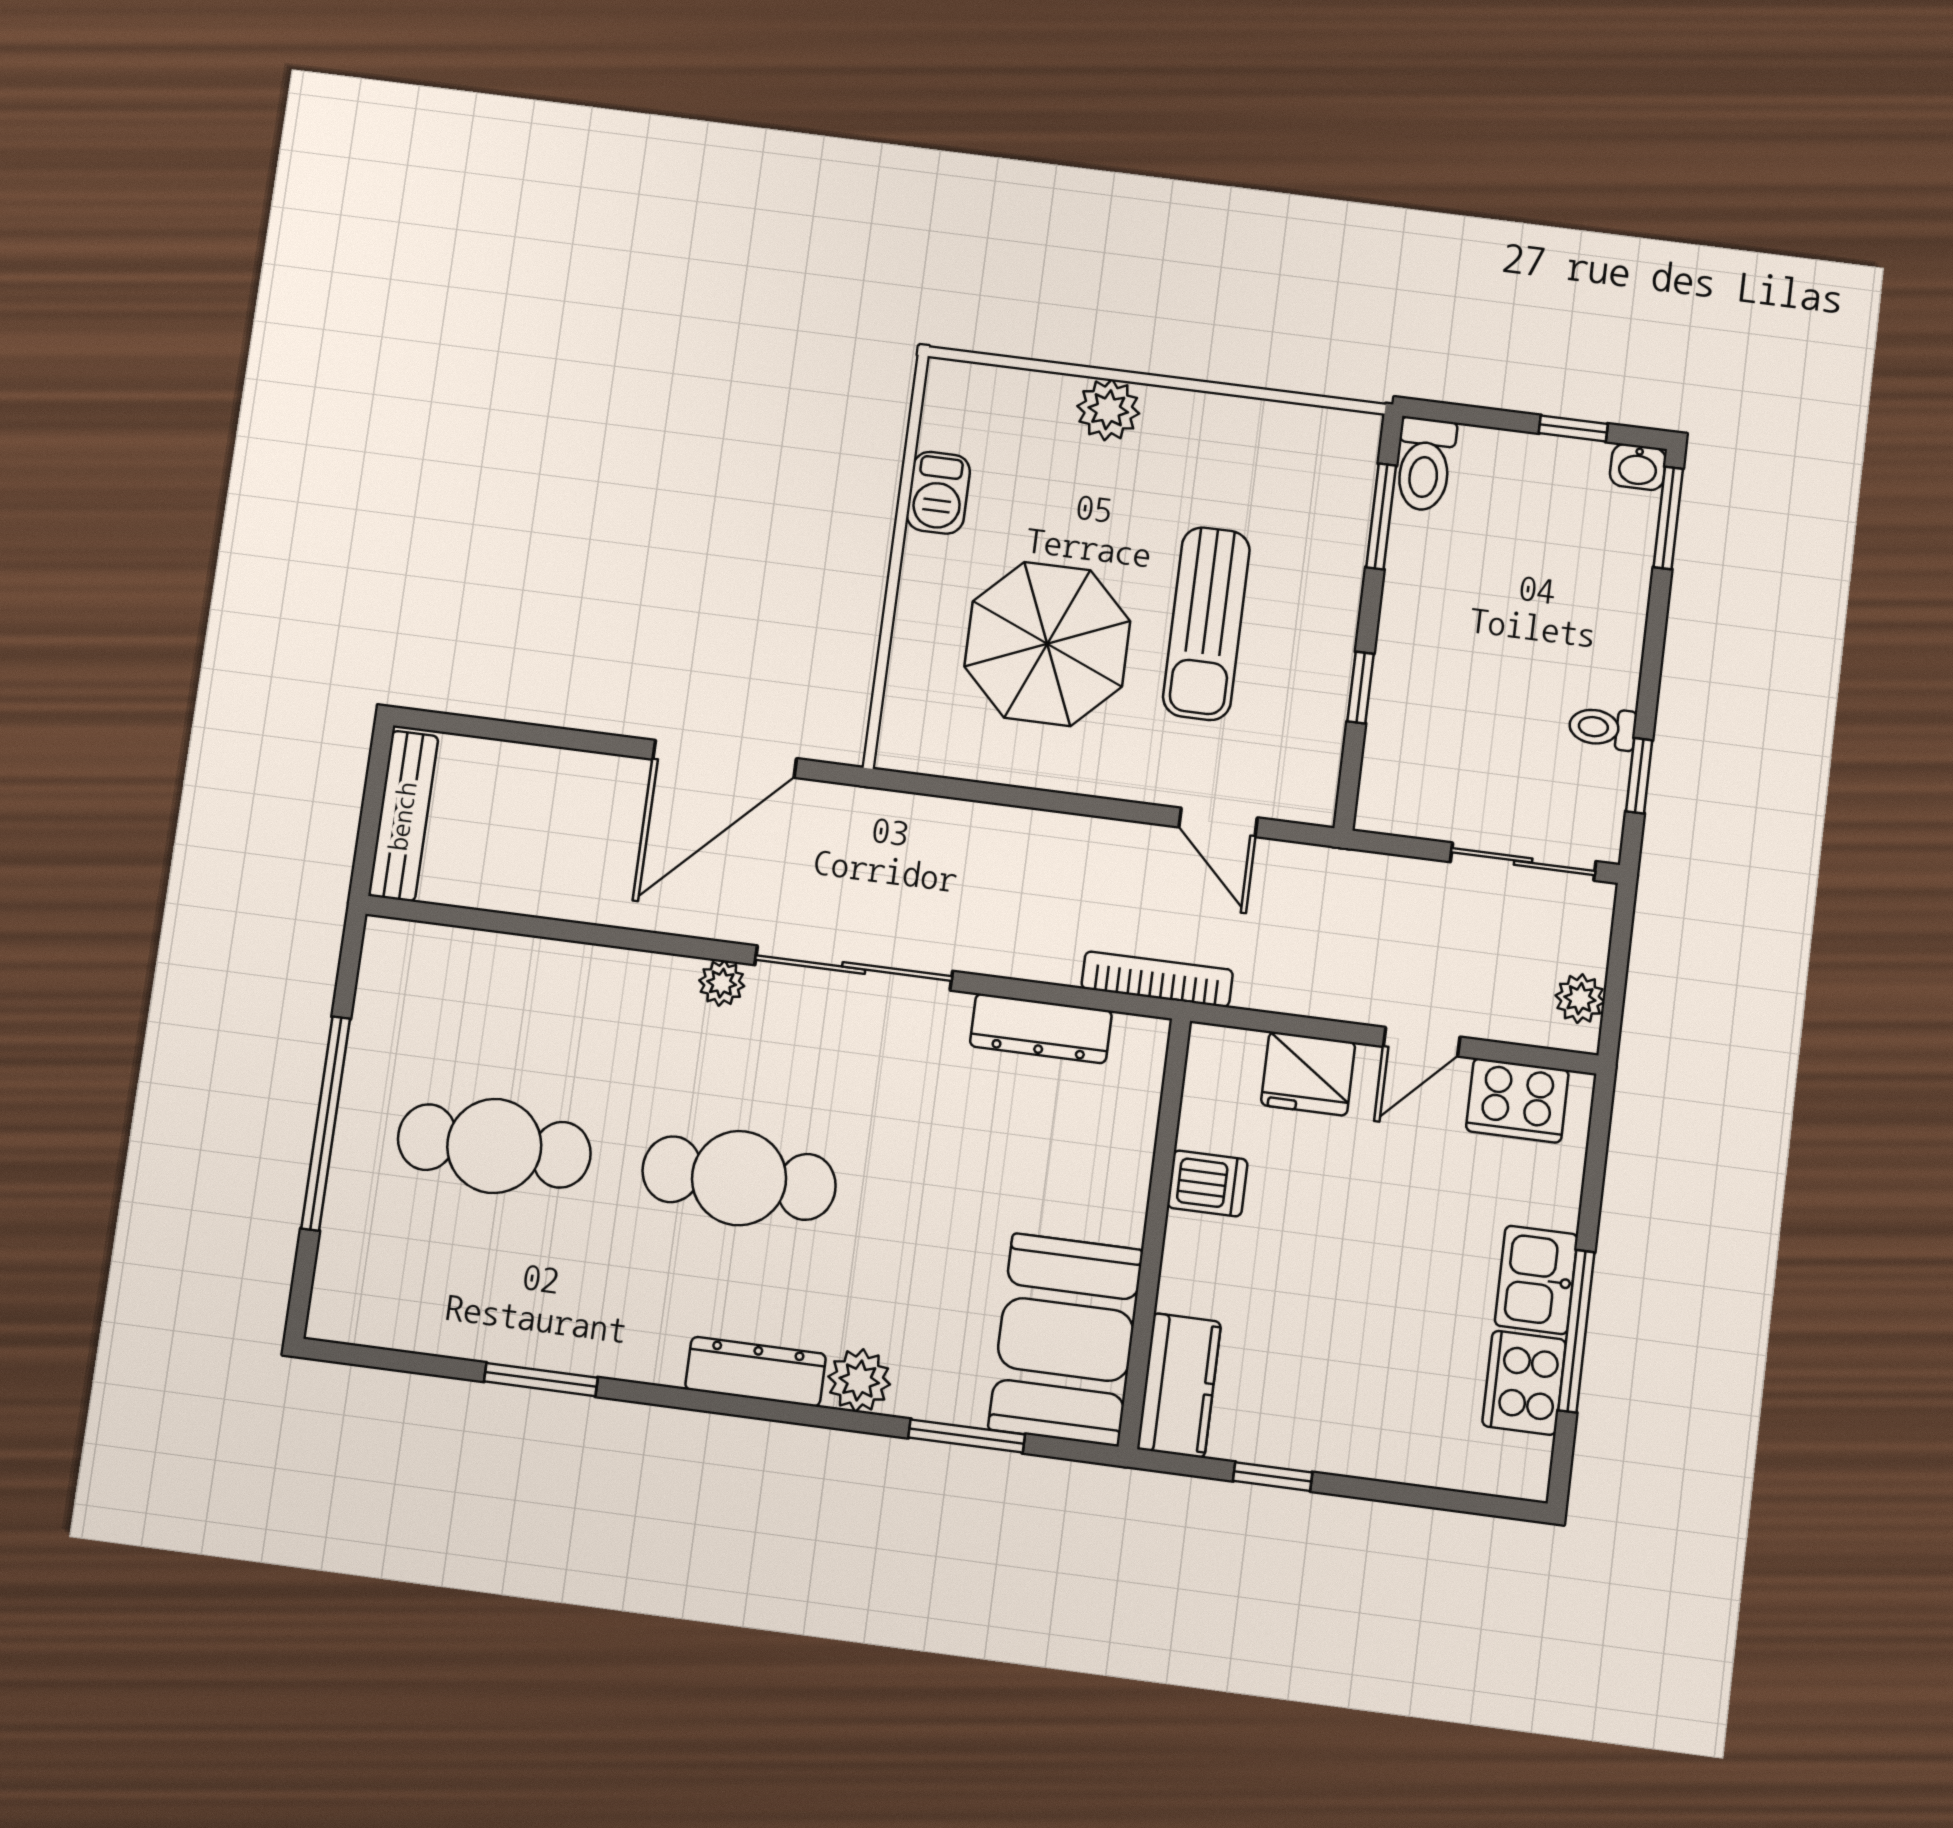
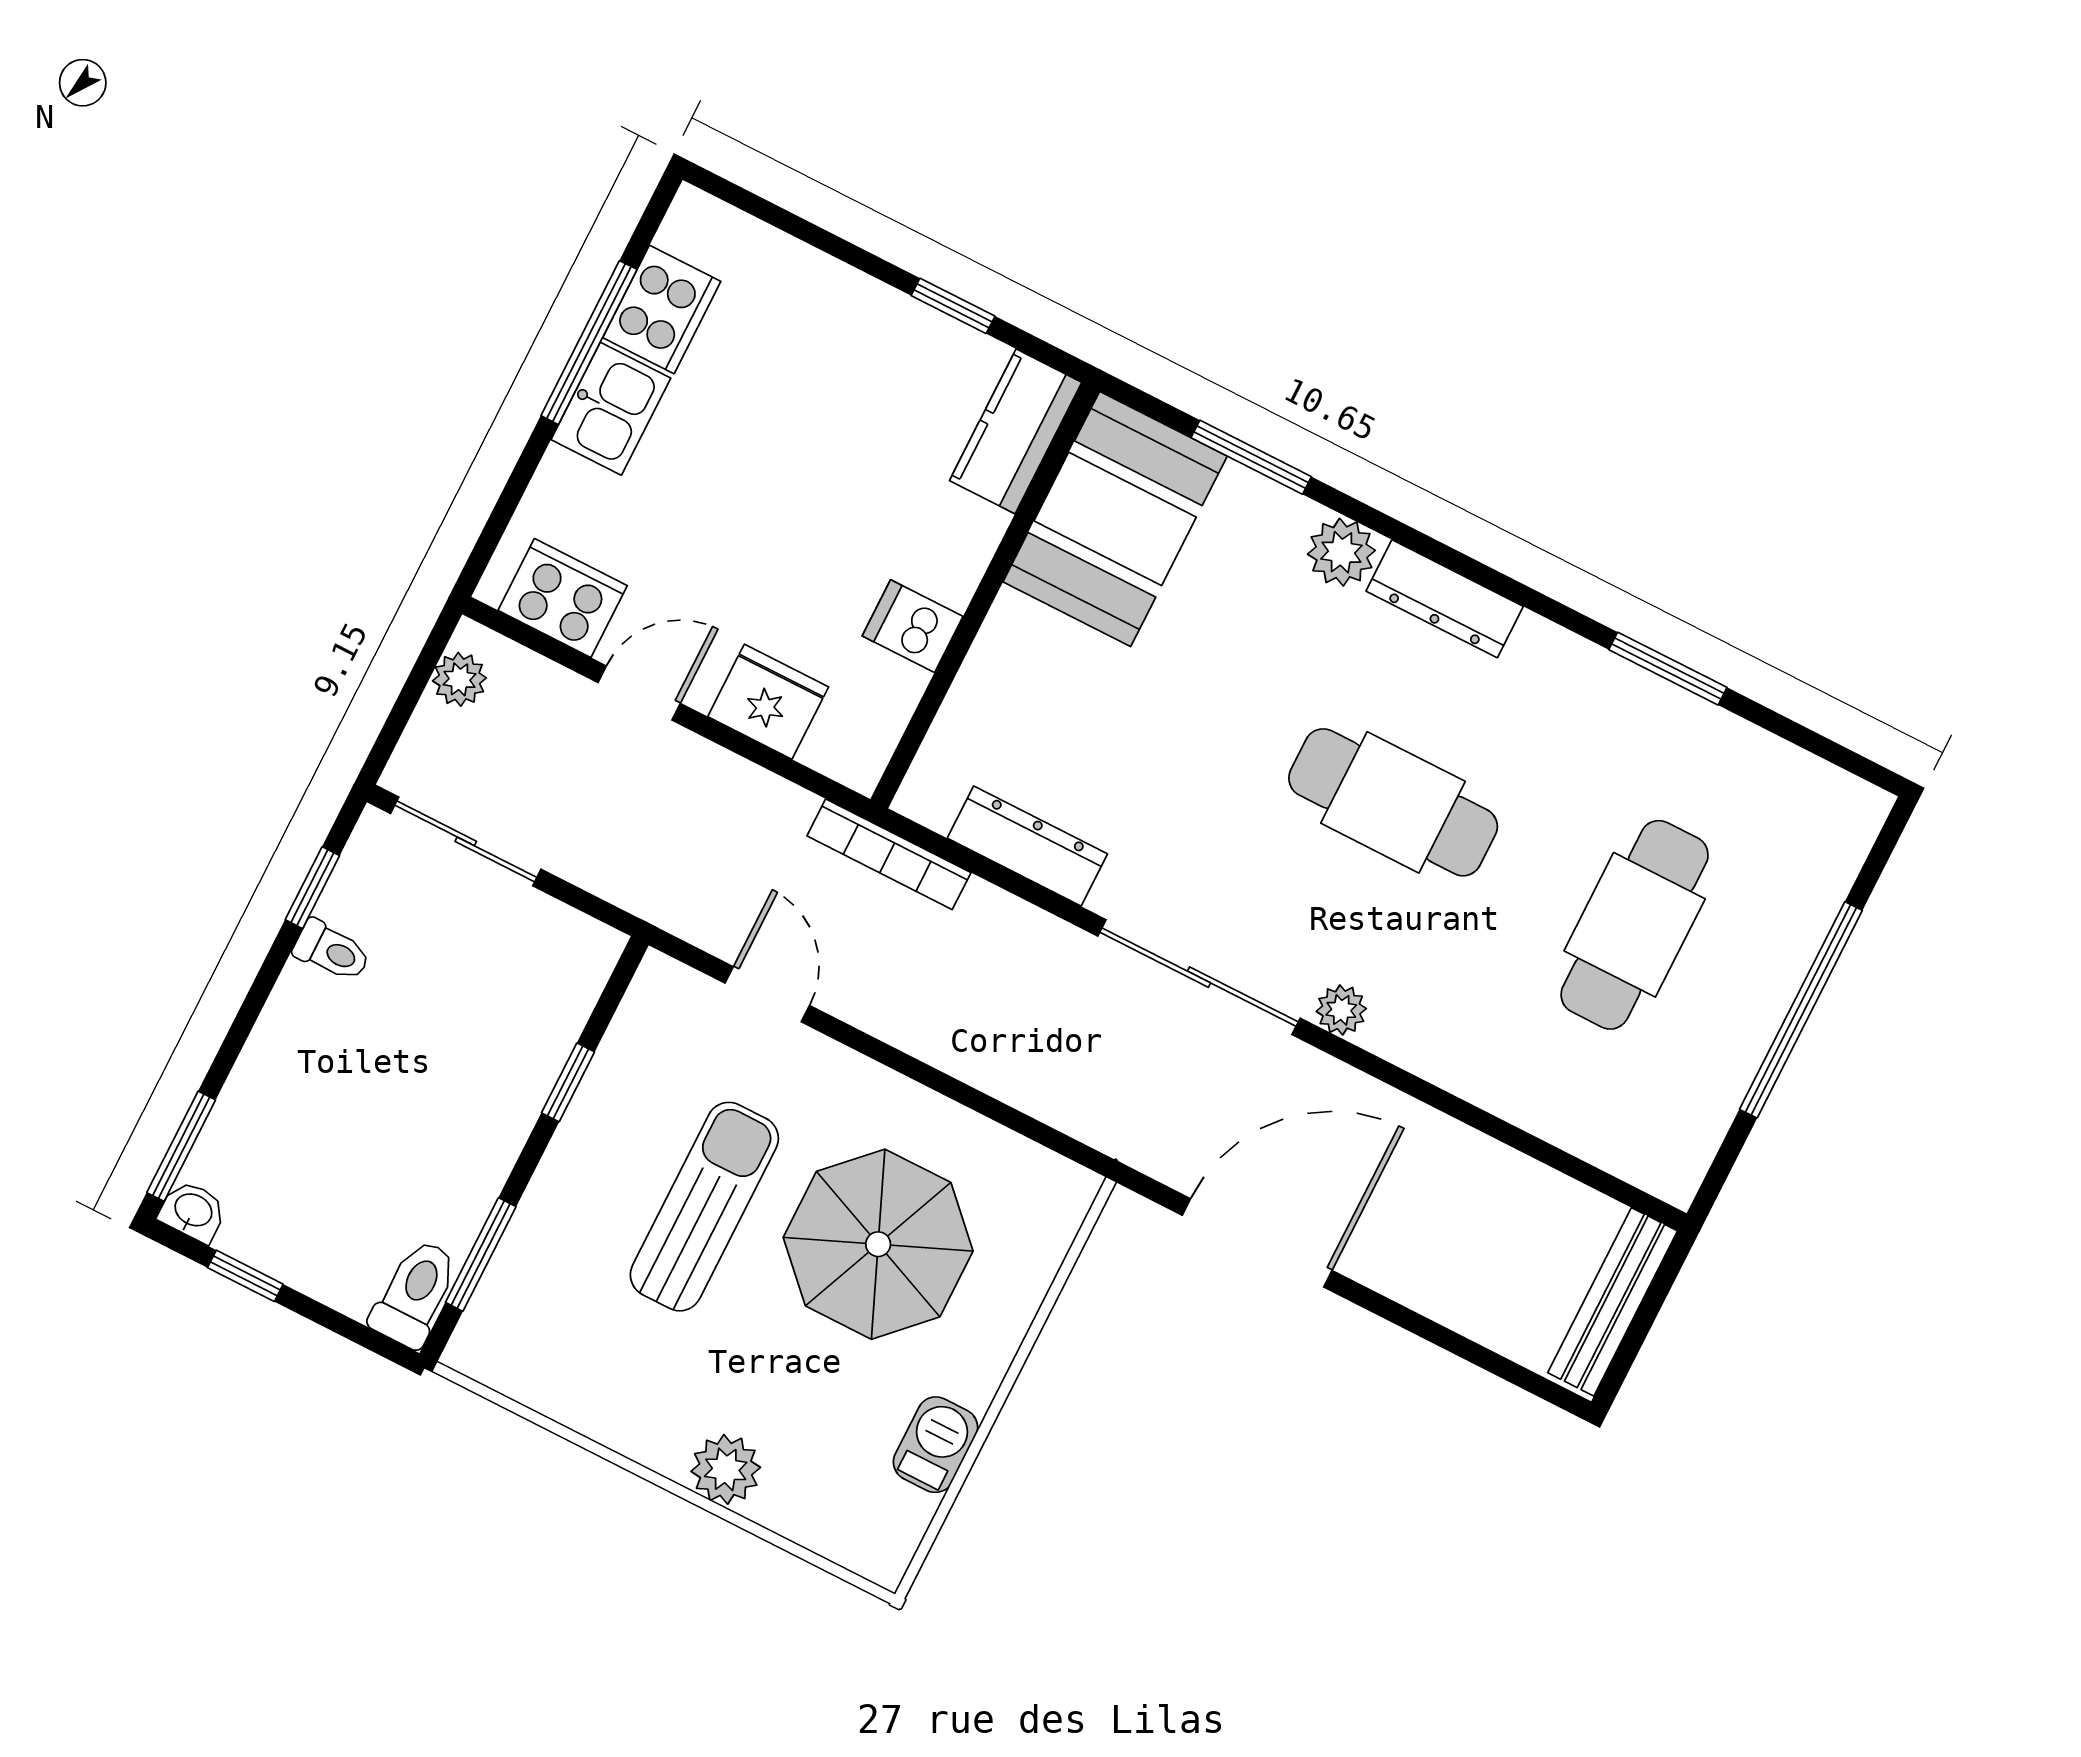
cafe table: (494, 1146) -> (1635, 925), turned 90

